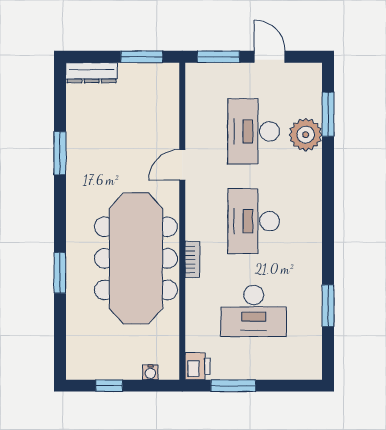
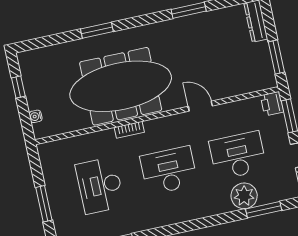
printer: (197, 366) -> (272, 104), moved, turned 90
window: (233, 386) -> (44, 204), moved

